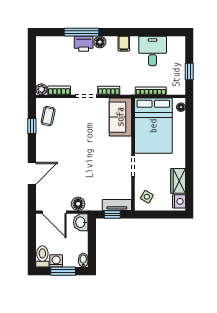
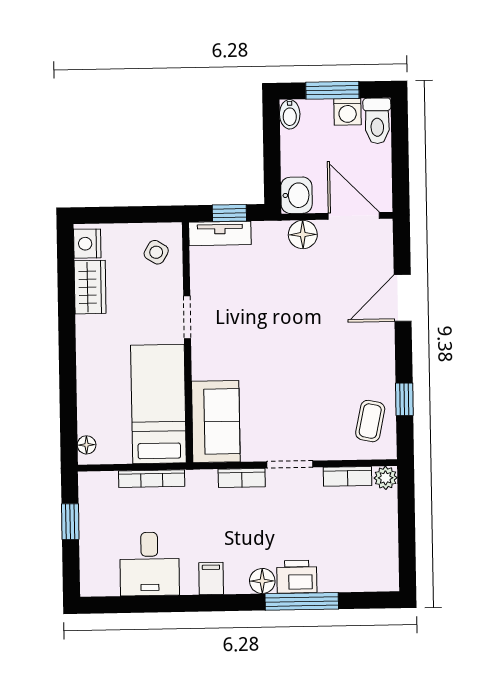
bed: (153, 126) -> (158, 404), width x0.67

